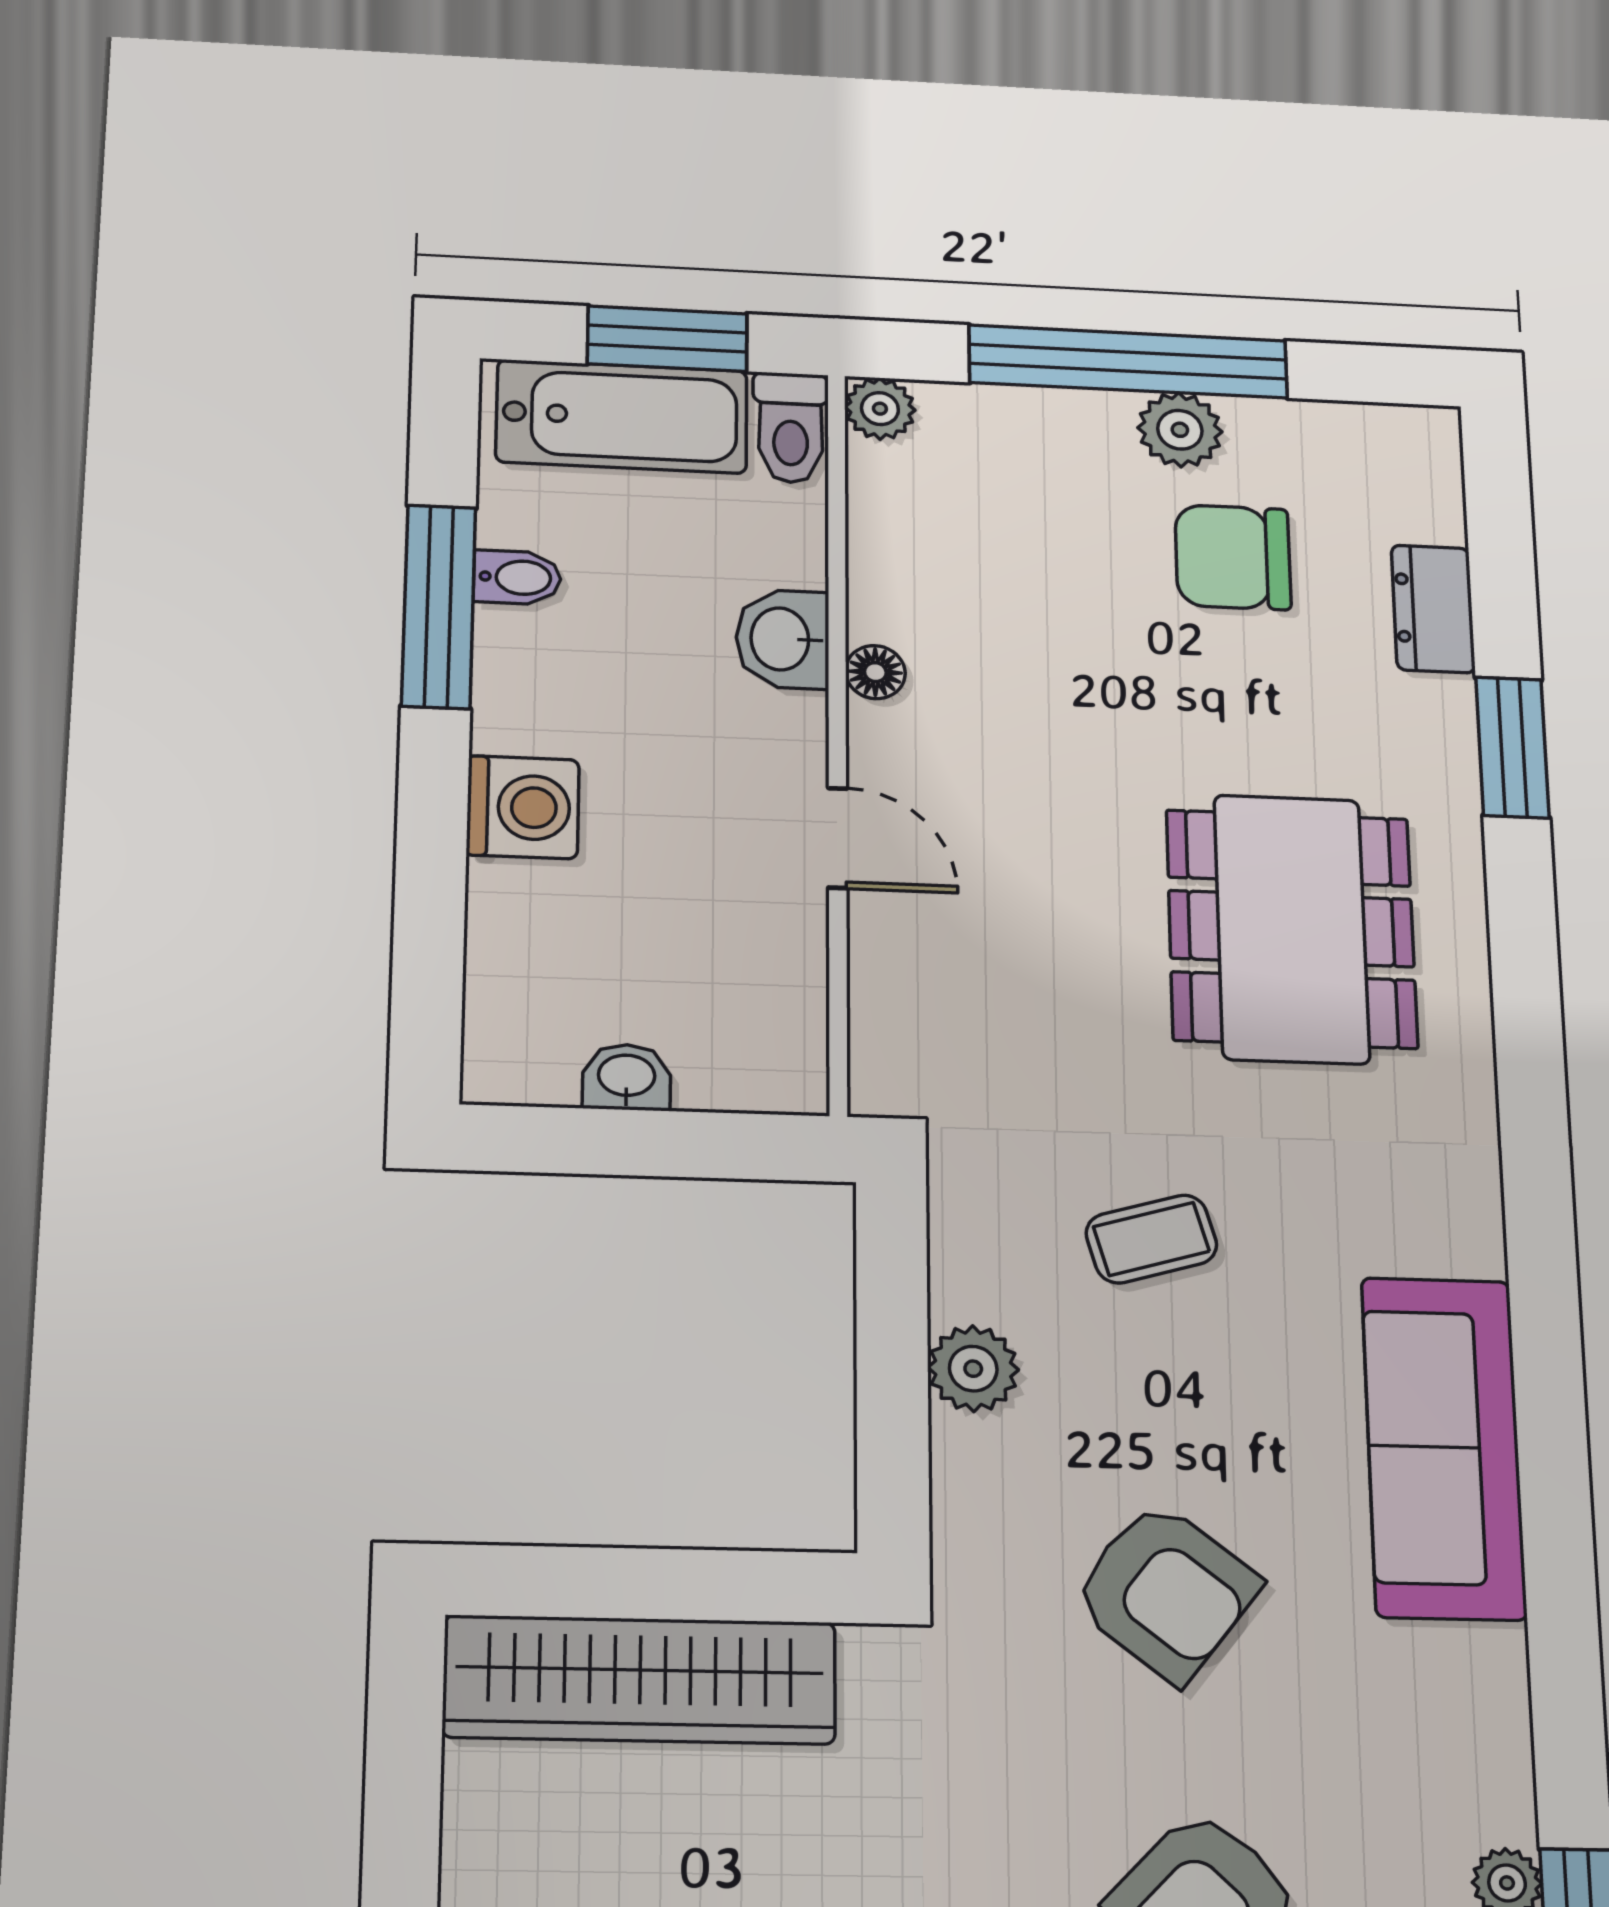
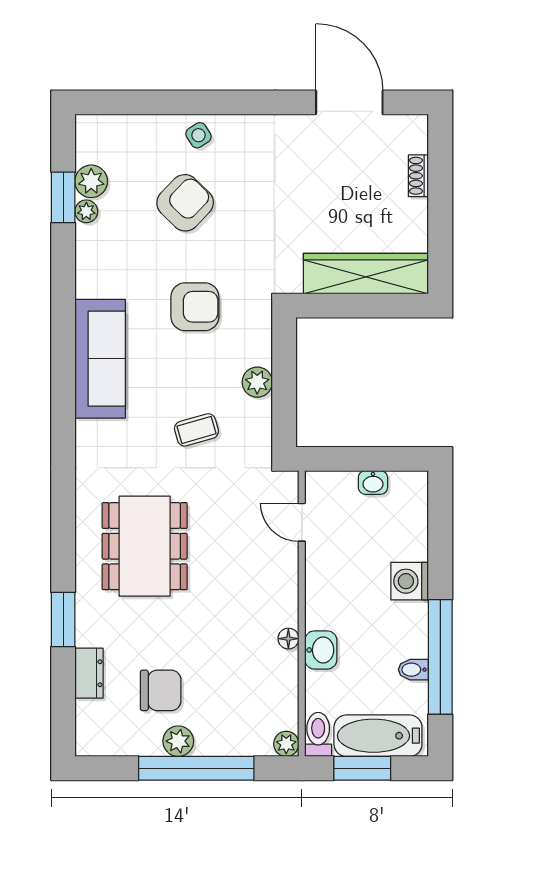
window: (439, 606) -> (440, 657), width x1.46
door: (838, 838) -> (302, 522), moved
armchair: (1166, 1591) -> (195, 307), turned 142

